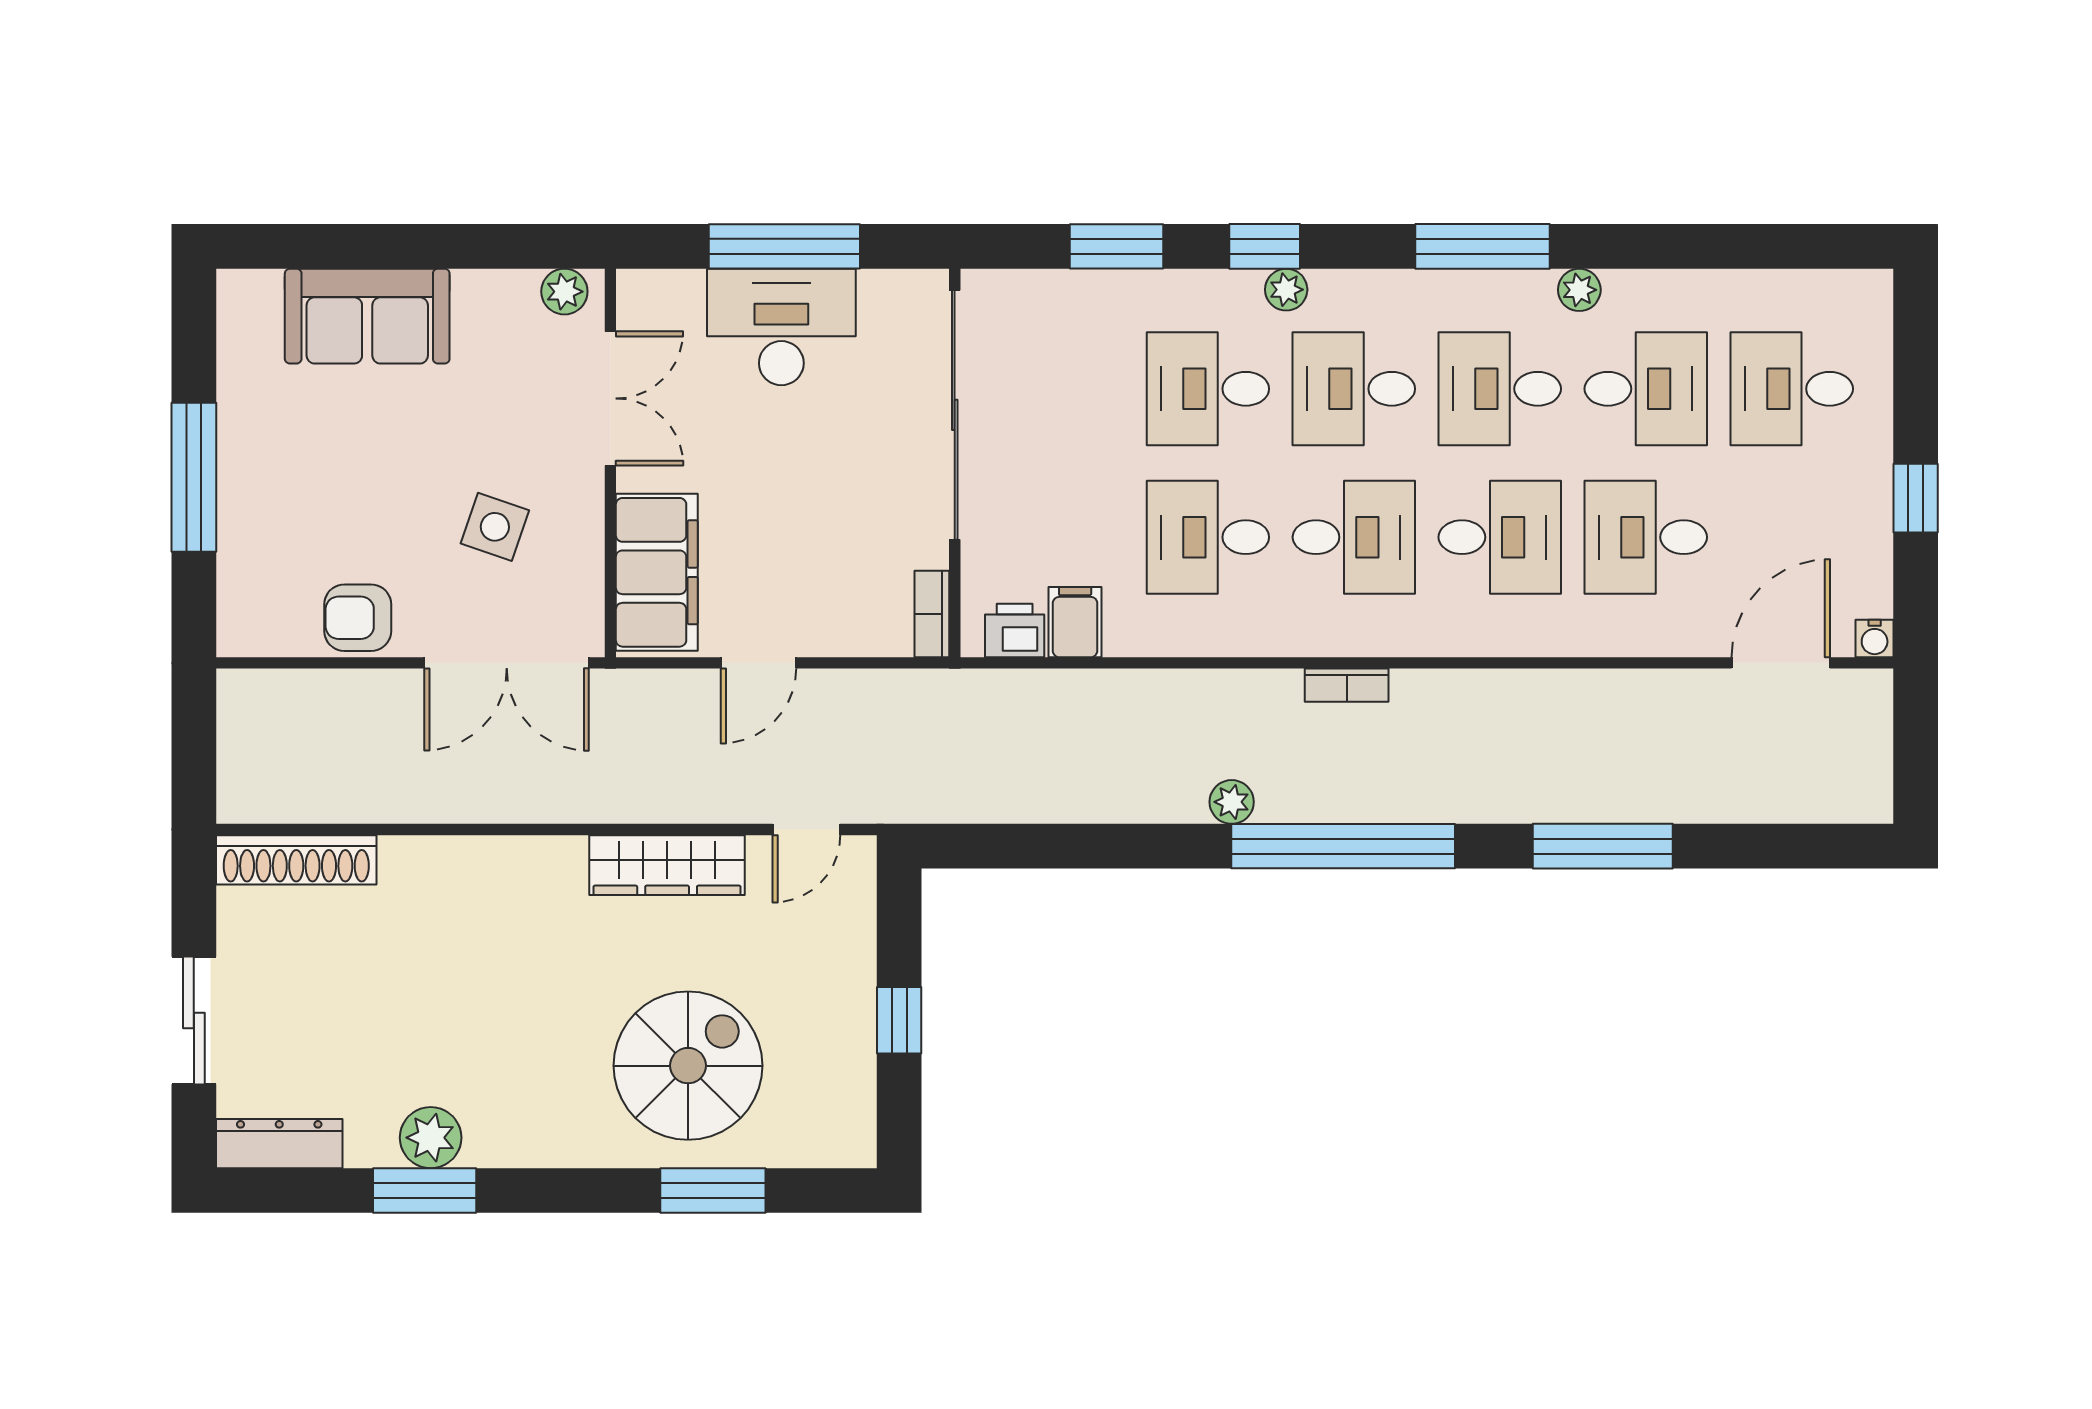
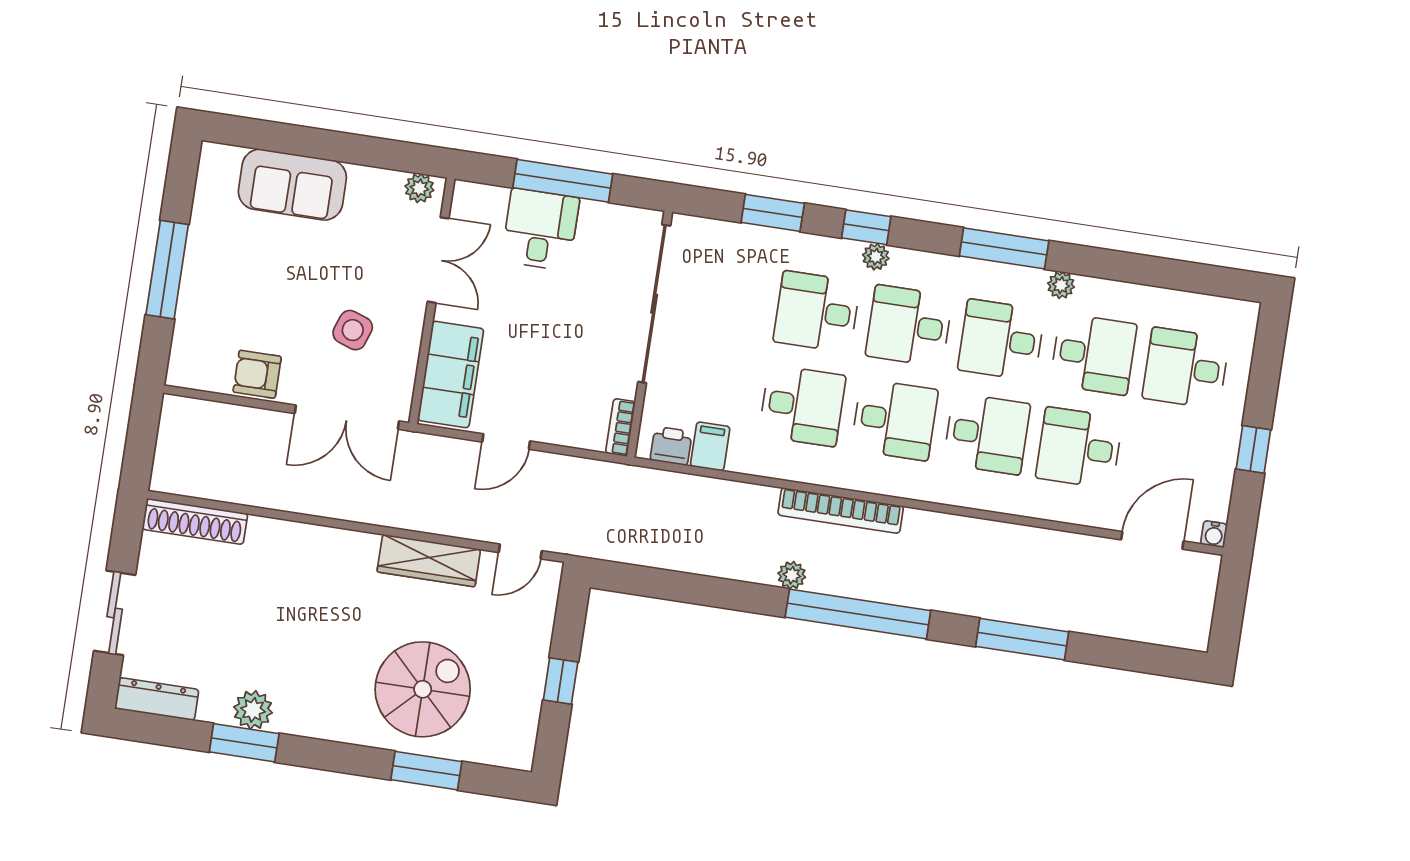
desk: (781, 327) -> (540, 229), width x0.73
desk: (1208, 537) -> (802, 406), turned 180
bookcase: (1347, 685) -> (841, 511), width x2.31, depth x1.31

